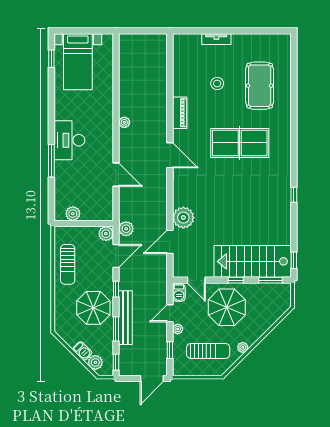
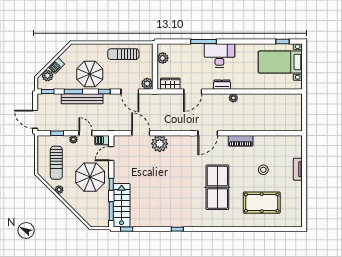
dresser: (107, 137) -> (222, 85), added
wardrobe: (106, 204) -> (170, 84), added
plant: (126, 229) -> (151, 99), removed
stairs: (253, 261) -> (122, 205), width x0.73, depth x0.66

